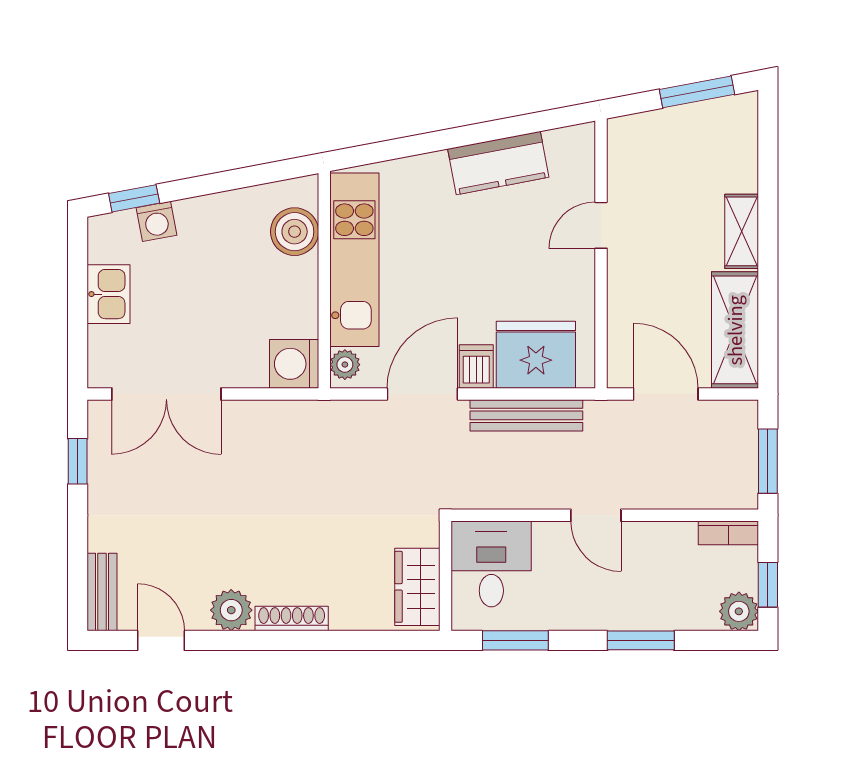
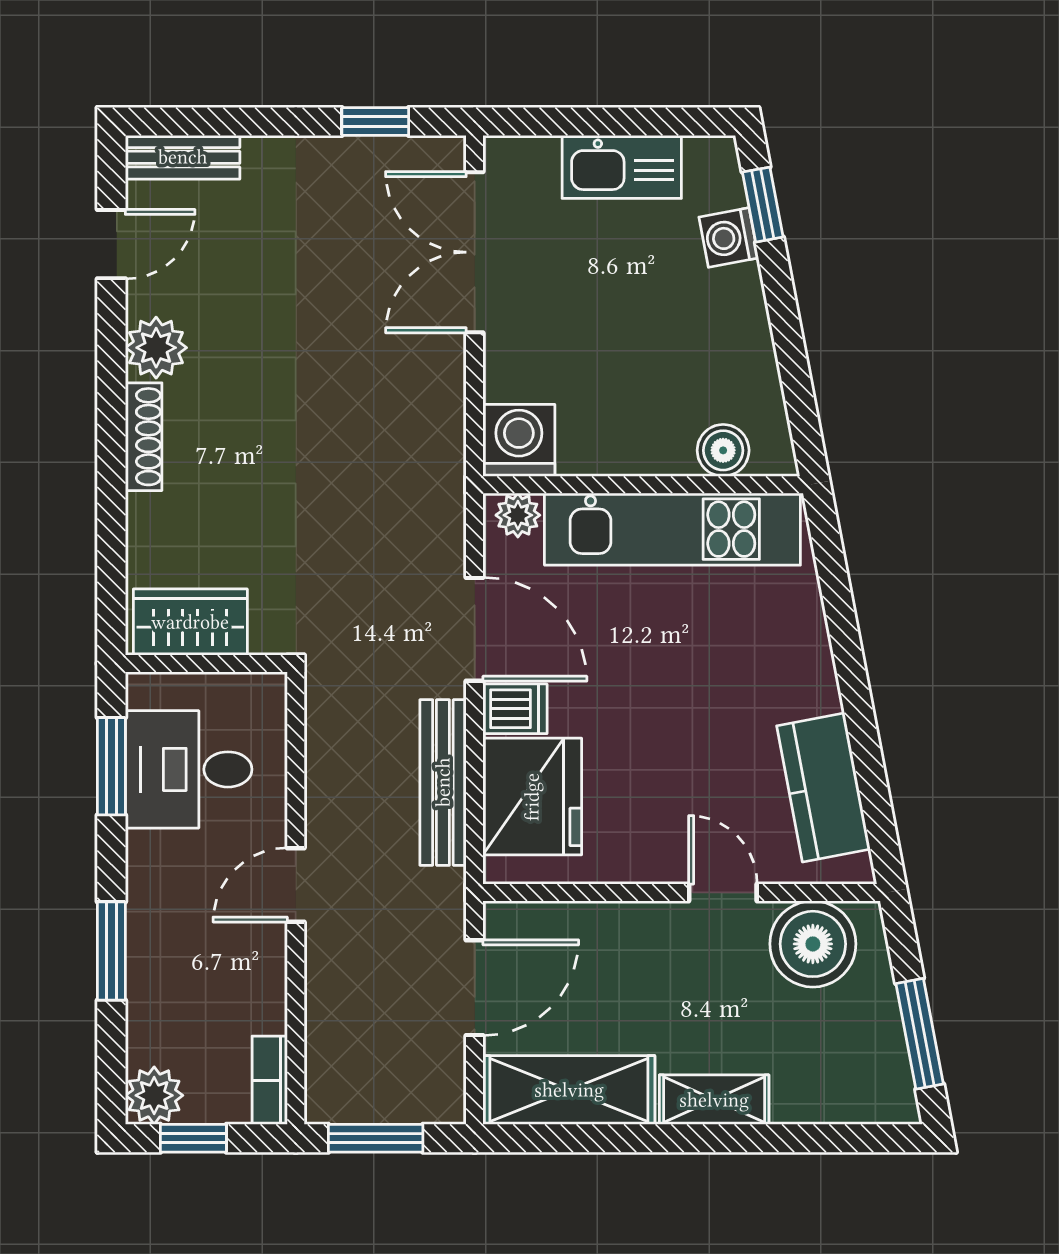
kitchen counter: (498, 163) -> (824, 788), moved
boiler: (636, 164) -> (813, 944), added
boiler: (295, 232) -> (723, 450), width x0.73, depth x0.73
kitchen sink: (109, 294) -> (622, 167), width x1.38
desk: (491, 564) -> (189, 769), moved, turned 180

